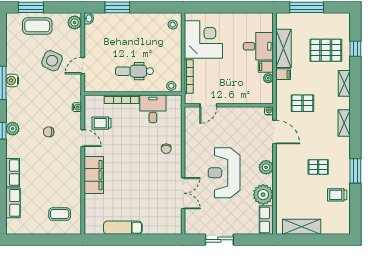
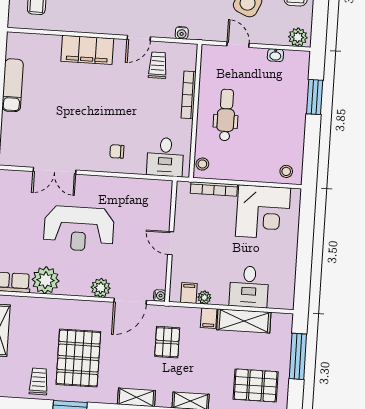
washbasin: (89, 18) -> (275, 55), moved
pallet: (326, 50) -> (256, 385), moved, turned 90
filing cabinet: (266, 67) -> (189, 293), moved
door: (208, 105) -> (171, 243), moved
desk: (153, 109) -> (165, 157), moved, turned 90
plant: (266, 167) -> (101, 288), moved
pallet: (318, 167) -> (78, 358), width x2.05, depth x2.00
reception desk: (224, 173) -> (79, 229), turned 180

